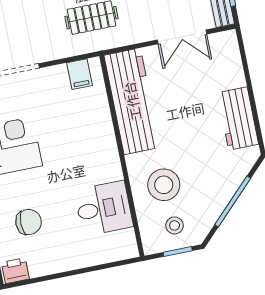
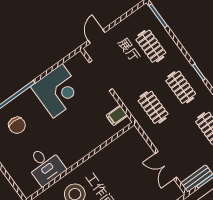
workbench: (132, 101) -> (115, 153), removed

